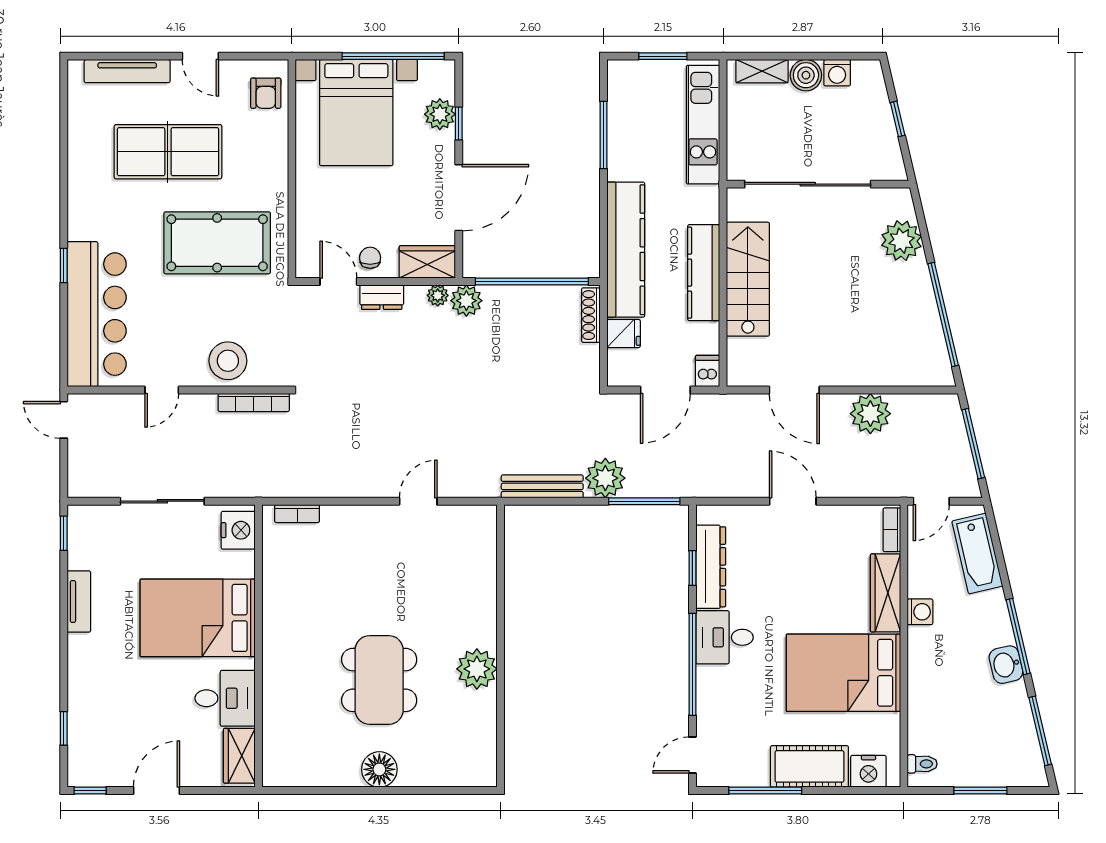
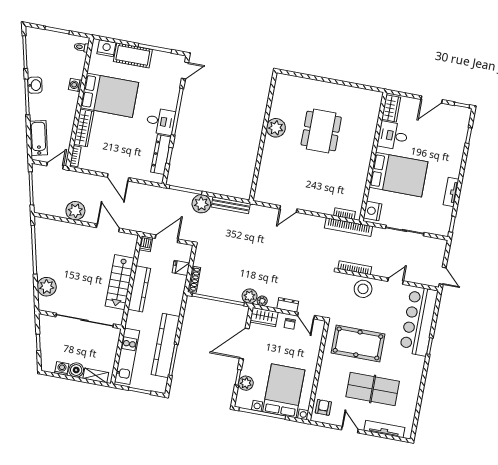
kitchen counter: (626, 250) -> (165, 345), moved
bookcase: (283, 486) -> (348, 227), added
washing machine: (920, 612) -> (75, 85), moved
floor lamp: (379, 769) -> (329, 90), removed

